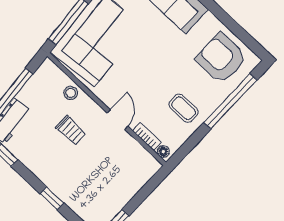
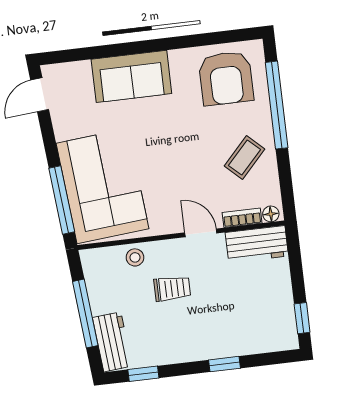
armchair: (221, 58) -> (226, 78), turned -90
coffee table: (184, 108) -> (245, 158), turned -47
workbench: (139, 158) -> (257, 244), added

